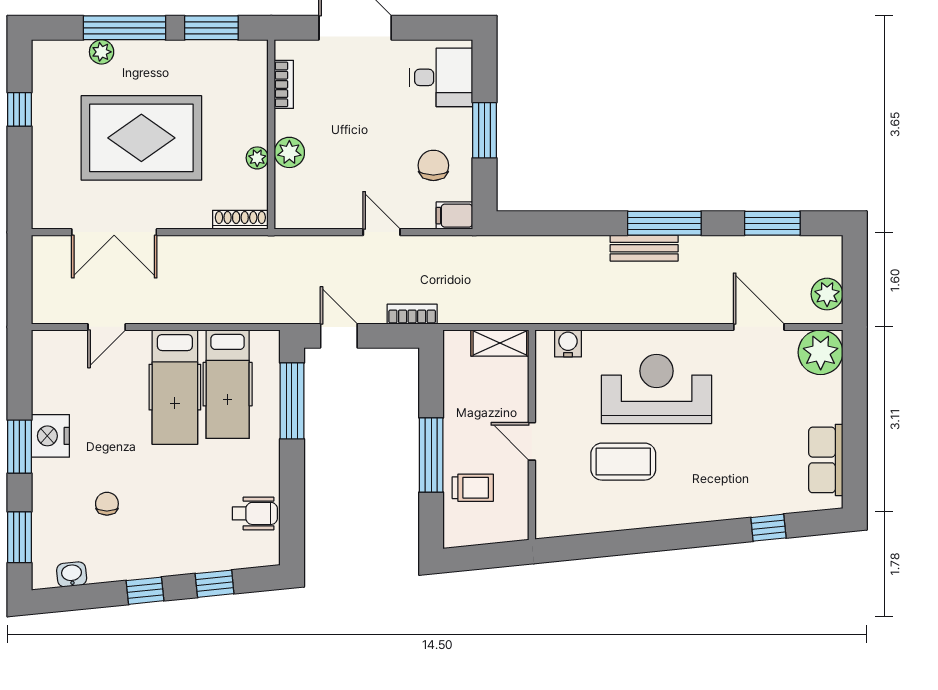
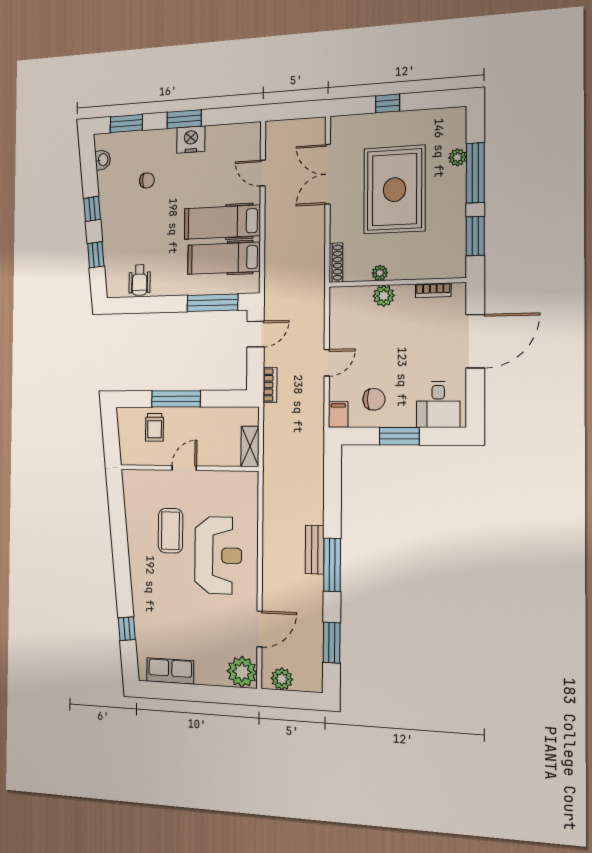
window: (19, 109) -> (388, 103), moved
water cooler: (568, 343) -> (249, 494), removed

